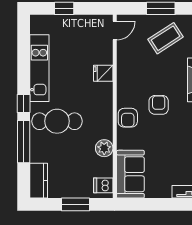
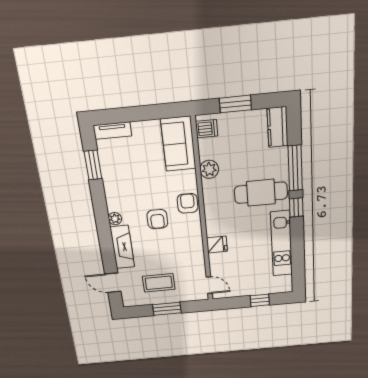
door: (115, 31) -> (209, 285), swing flipped
coffee table: (166, 38) -> (159, 283), turned 33

